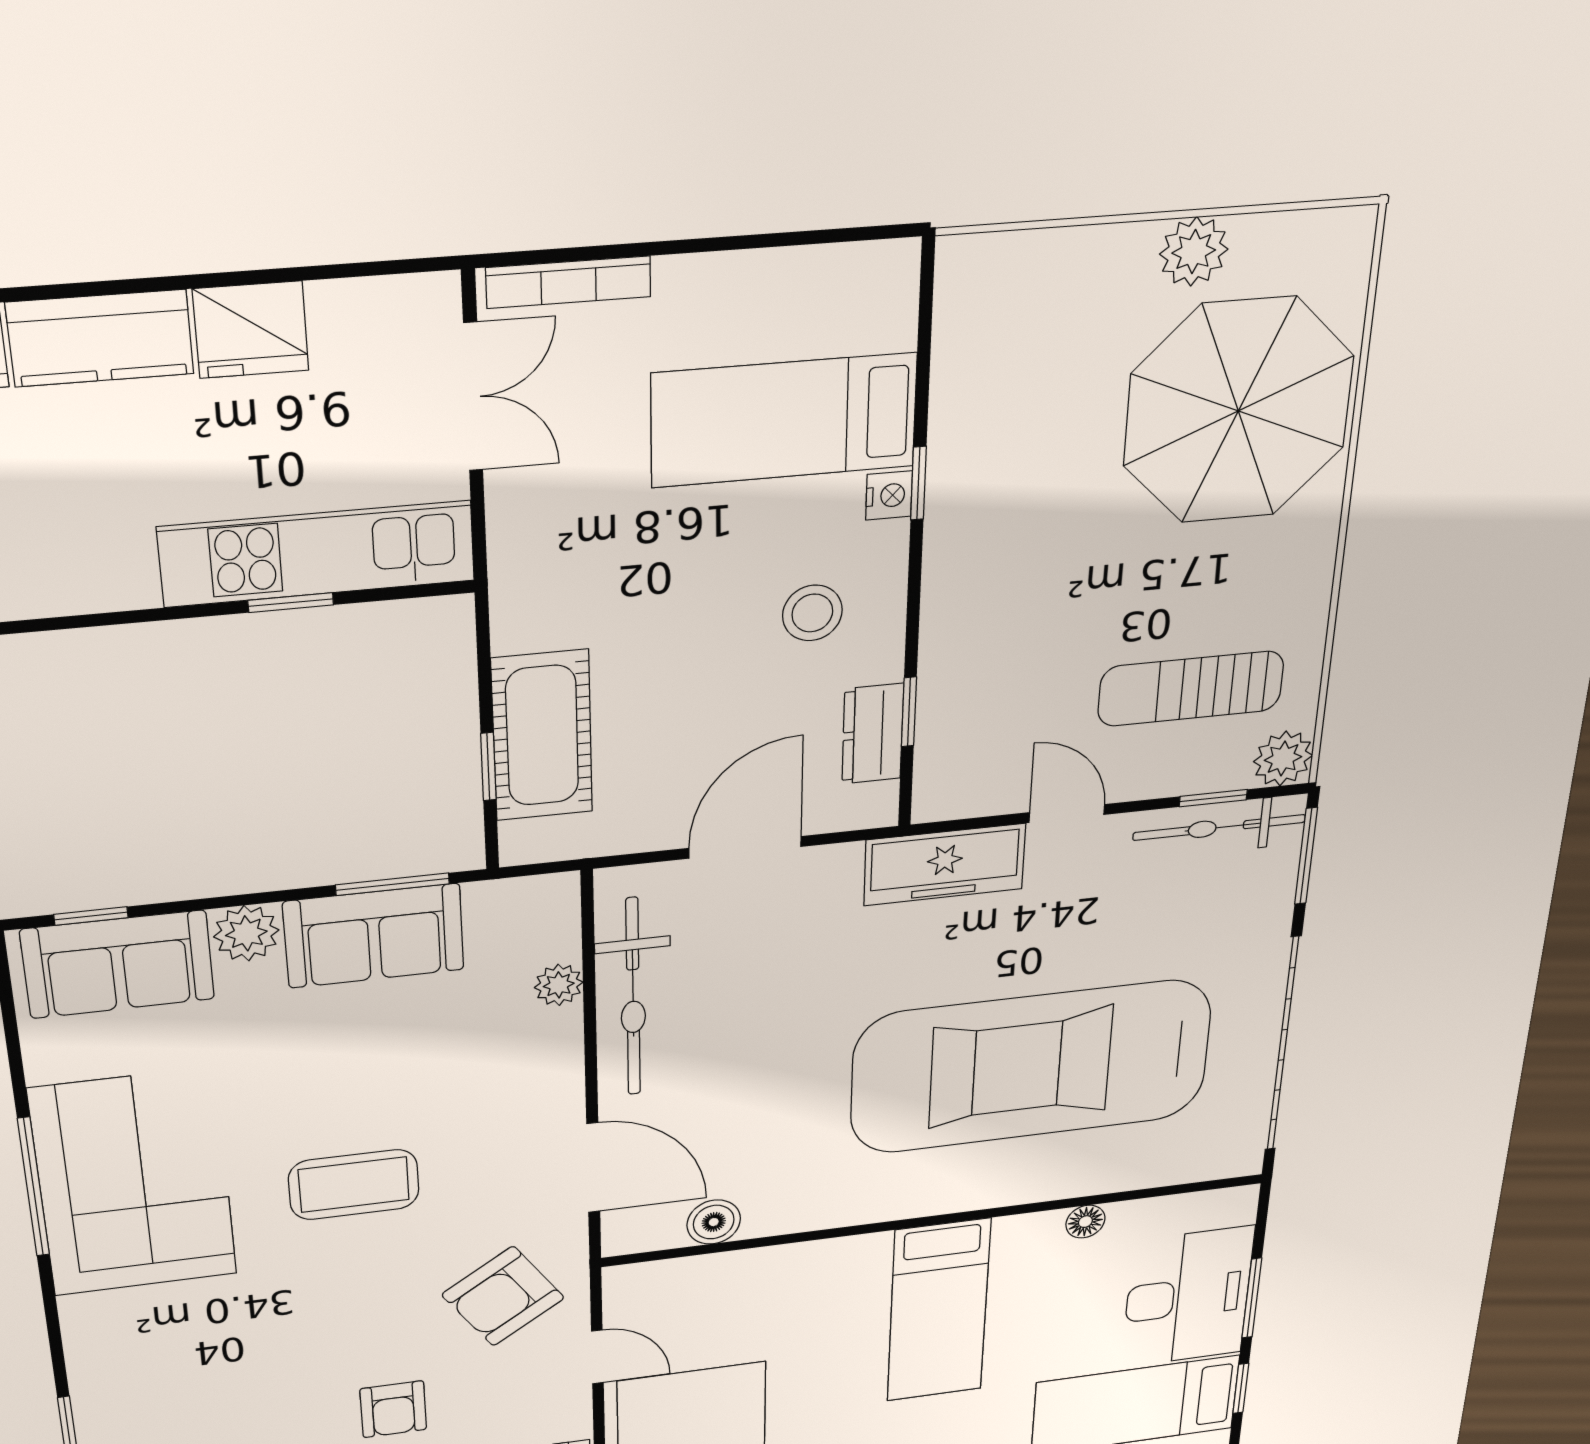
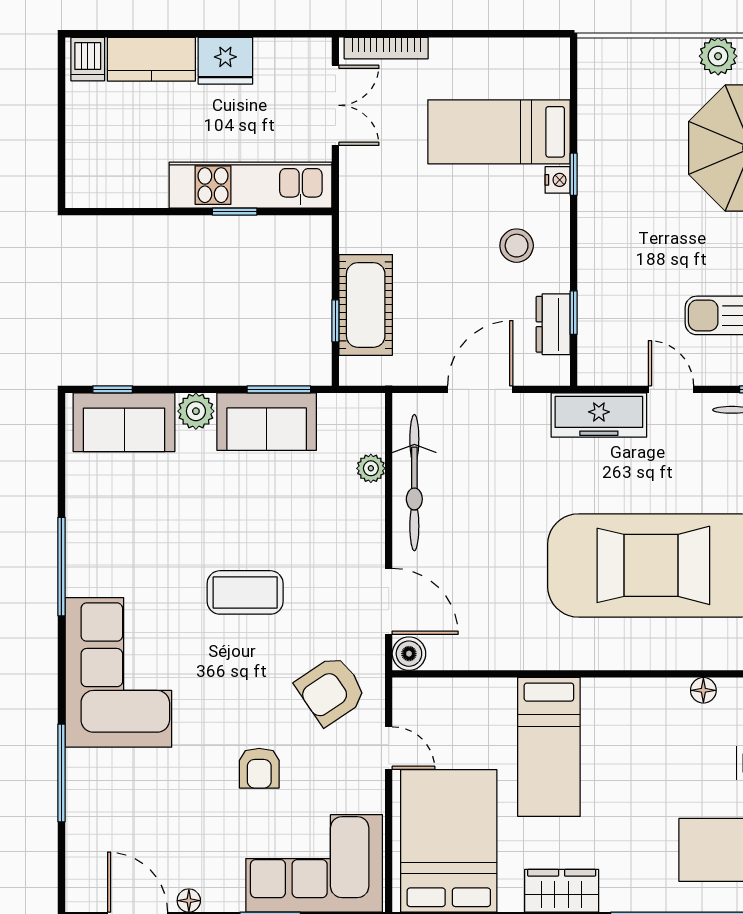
corner sofa: (134, 1183) -> (118, 672), moved
boiler: (714, 1222) -> (409, 654), moved
bed: (939, 1311) -> (549, 747), moved

